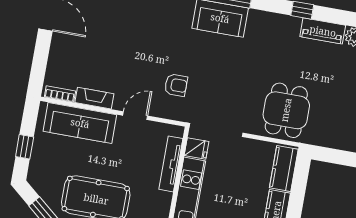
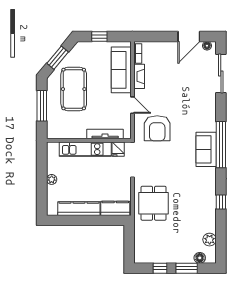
piano: (323, 31) -> (210, 218), removed
armchair: (176, 85) -> (157, 128), width x1.88, depth x1.88
dining table: (286, 110) -> (154, 203), turned 90

